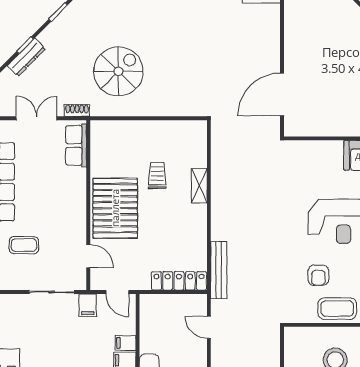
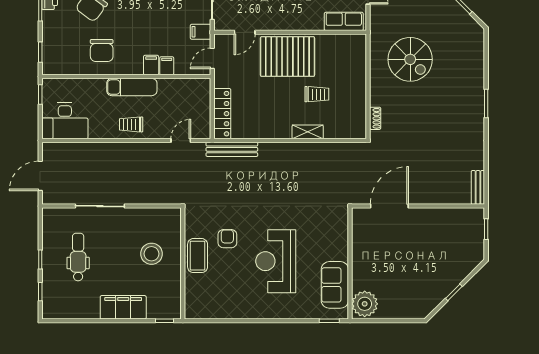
door: (282, 95) -> (389, 206), hinge flipped
shoe rack: (77, 110) -> (375, 118), moved
armchair: (318, 275) -> (227, 239), turned 90

